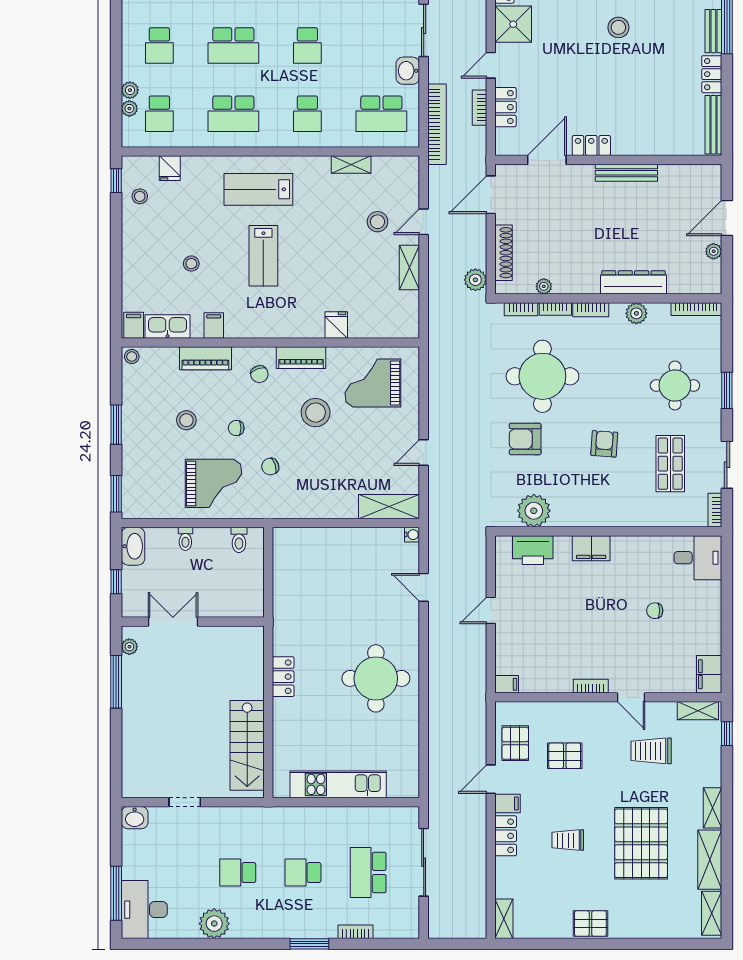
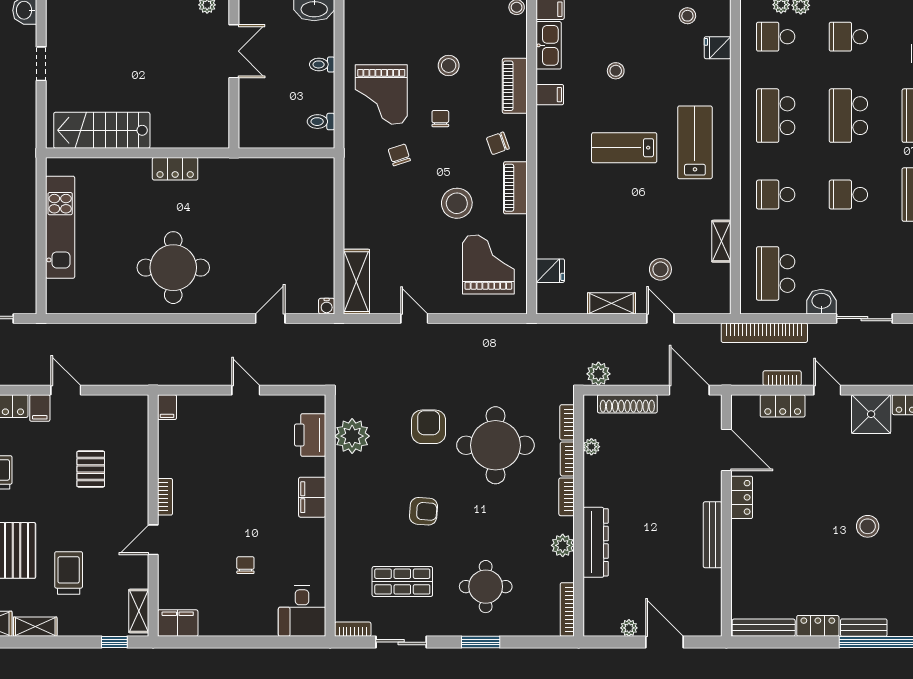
fridge: (336, 325) -> (550, 271), moved
pallet: (515, 743) -> (104, 416), removed
trolley: (651, 751) -> (69, 573), moved

